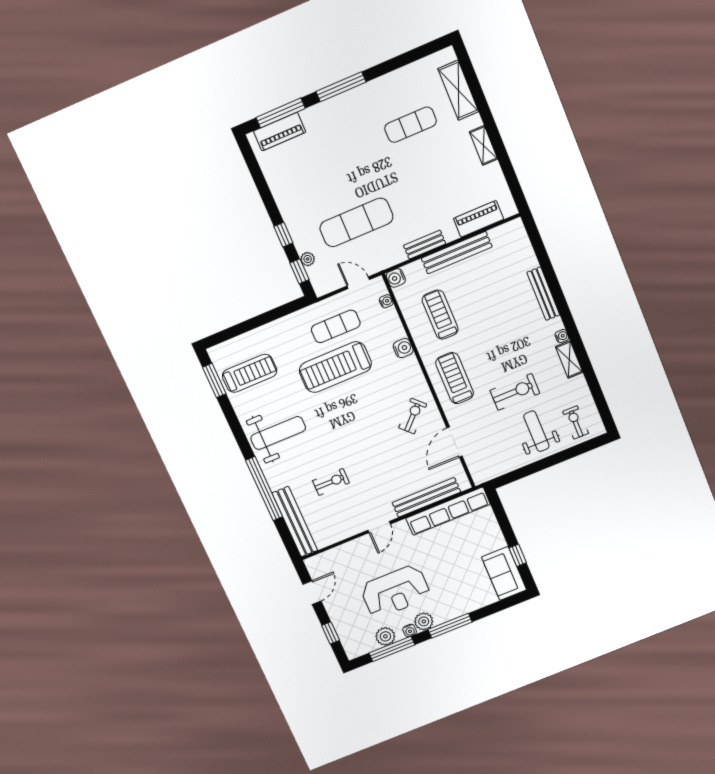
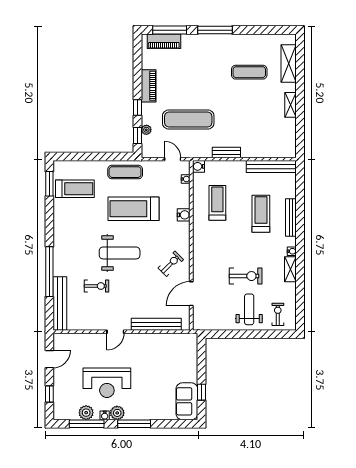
piano: (479, 219) -> (149, 86), moved, turned 90
bench: (457, 253) -> (271, 167), moved
exercise mat: (336, 326) -> (125, 172), moved
treadmill: (455, 378) -> (261, 214), moved
weight bench: (278, 433) -> (120, 253), moved
row of seats: (448, 511) -> (167, 340), removed

